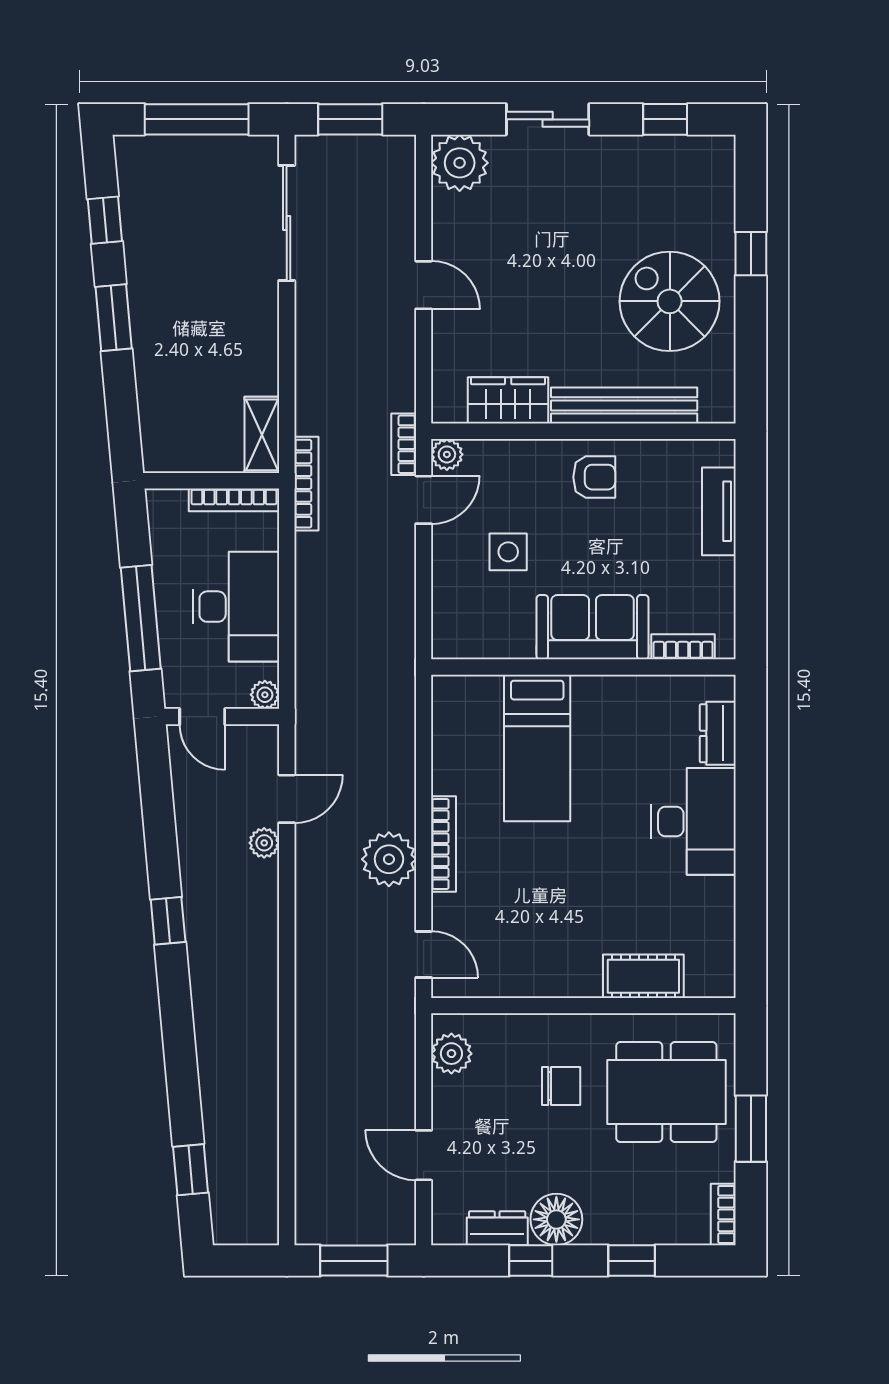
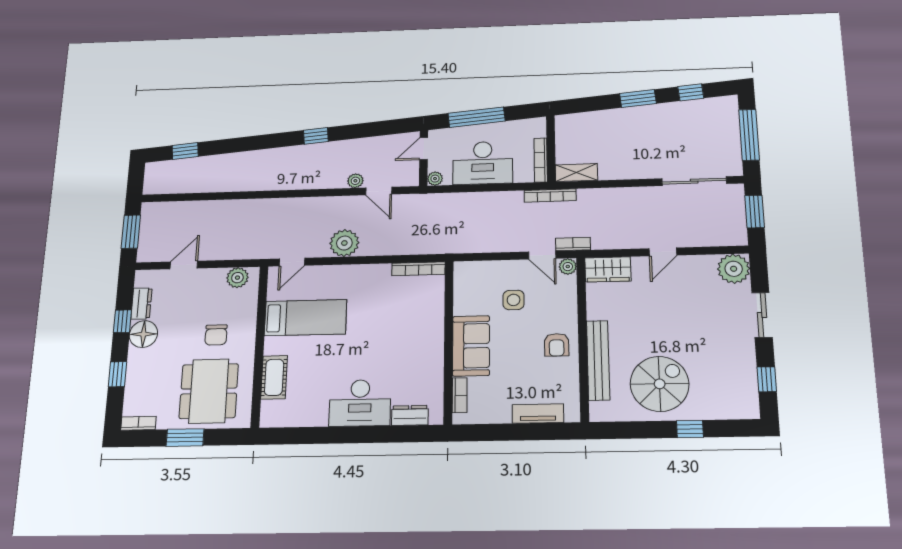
wardrobe: (508, 400) -> (608, 269), moved, turned 90
bed: (537, 748) -> (306, 318), moved, turned 180
bookcase: (444, 844) -> (418, 269), moved

